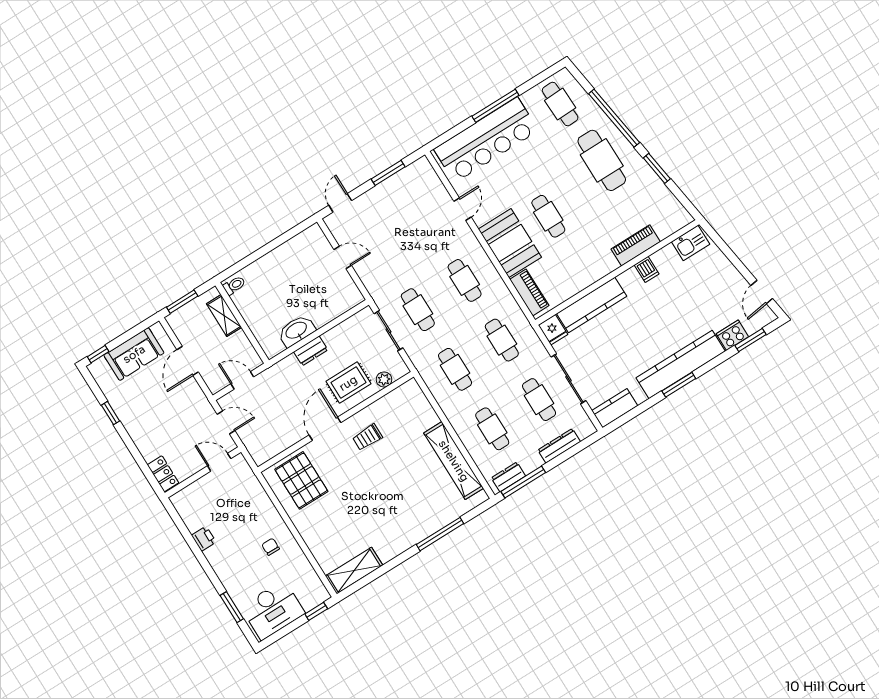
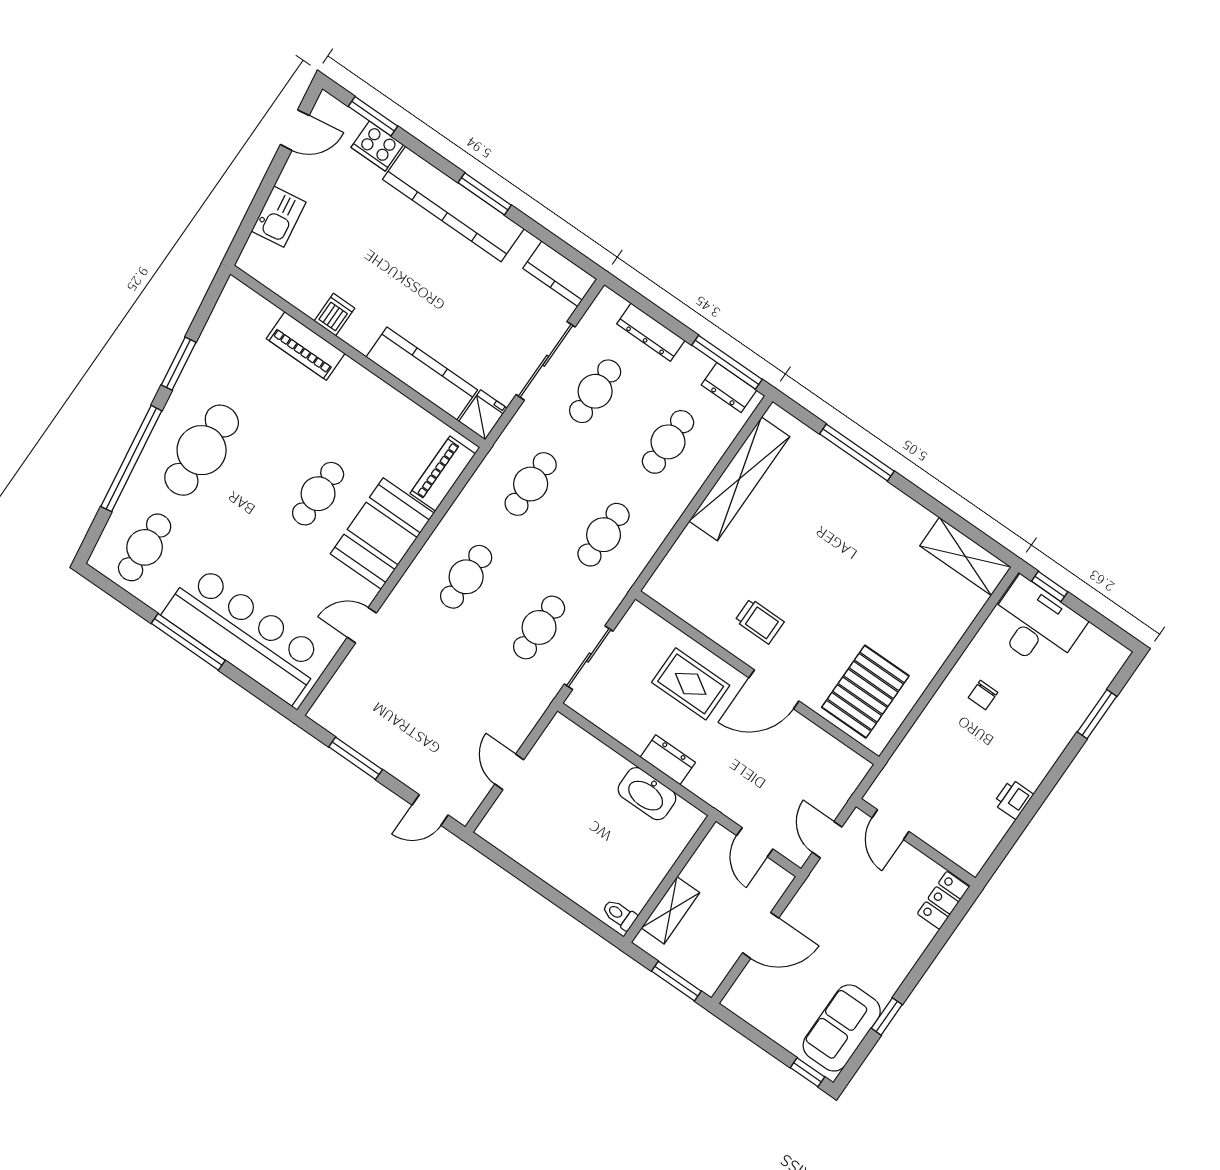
kitchen sink: (691, 243) -> (279, 217), moved, turned 82
sofa: (134, 354) -> (842, 1028), moved, turned -90
plant: (384, 380) -> (664, 633), removed
desk: (273, 610) -> (1036, 624), moved

